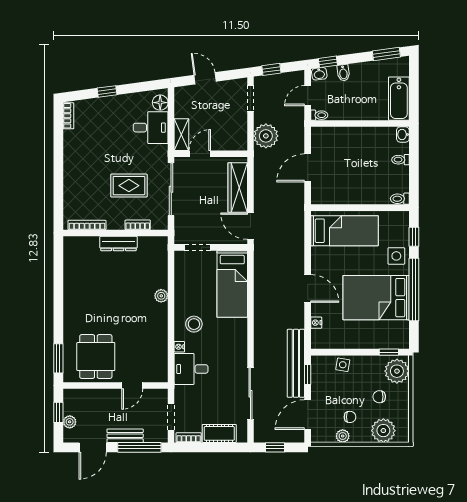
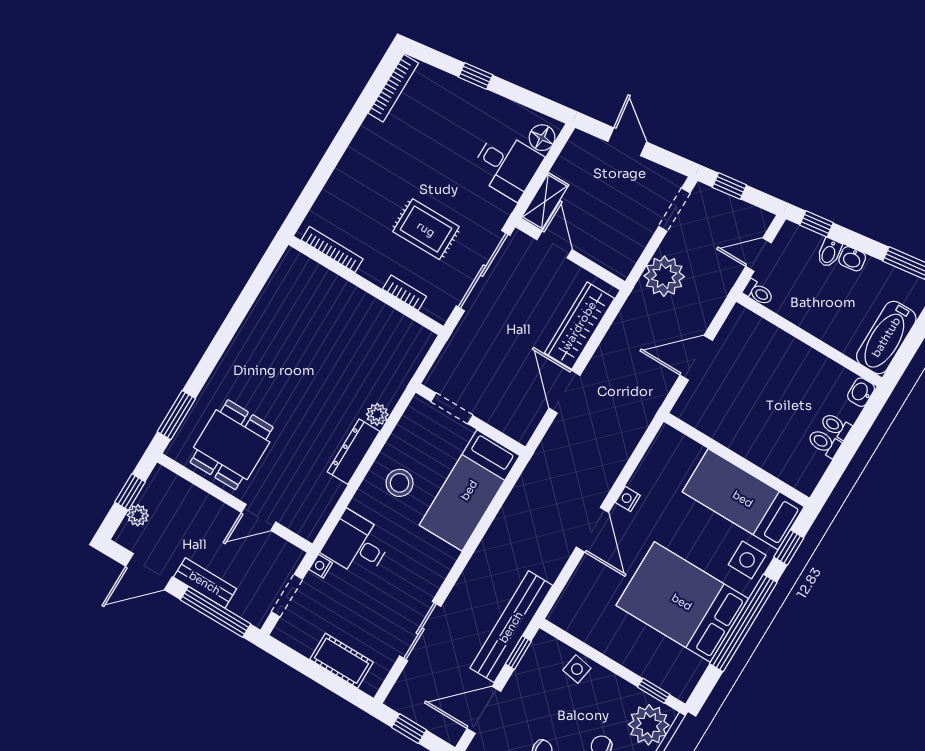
washbasin: (319, 74) -> (852, 259), moved
bookcase: (68, 116) -> (393, 88), width x1.56
door: (200, 154) -> (554, 245), hinge flipped
toilet: (400, 199) -> (824, 443), moved
bed: (344, 231) -> (743, 499), moved, turned 180
dresser: (118, 243) -> (354, 452), moved, turned 90
doorway: (198, 247) -> (452, 408), moved
wall: (211, 247) -> (470, 420), moved
bed: (232, 284) -> (469, 490), moved
nightstand: (316, 323) -> (628, 499), moved
nightstand: (179, 347) -> (321, 566), moved
sliding door: (250, 394) -> (420, 631), width x0.73
bookcase: (189, 438) -> (294, 640), removed

